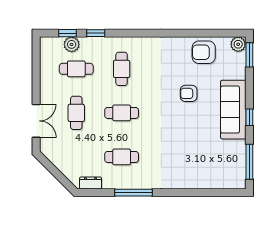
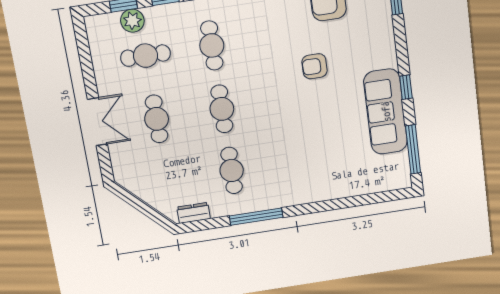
sofa: (233, 110) -> (386, 112), moved
cafe table: (122, 113) -> (222, 109), turned 90
double door: (36, 121) -> (97, 122), moved
cafe table: (122, 157) -> (232, 170), turned 90

